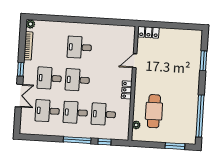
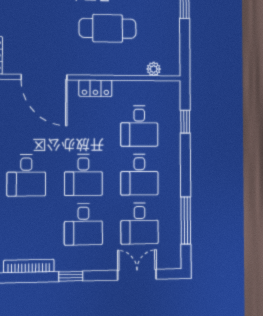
door: (135, 61) -> (44, 77), width x1.88
double door: (19, 96) -> (137, 275), moved
cafe table: (154, 111) -> (108, 28), moved
window: (77, 140) -> (186, 221), moved

